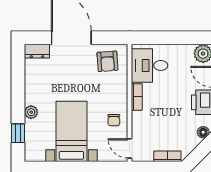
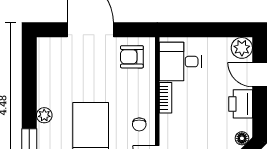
dresser: (37, 51) -> (51, 45), removed
armchair: (107, 61) -> (132, 57), turned 94

